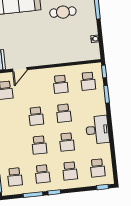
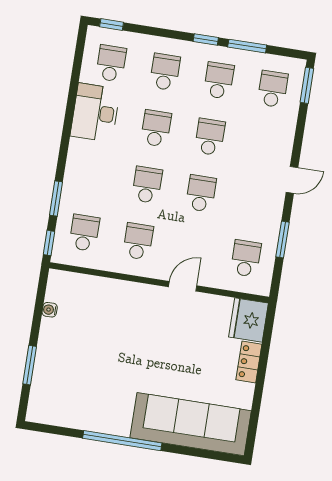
cafe table: (63, 12) -> (96, 377), removed
door: (20, 69) -> (183, 286), moved
desk: (97, 130) -> (95, 113), moved

